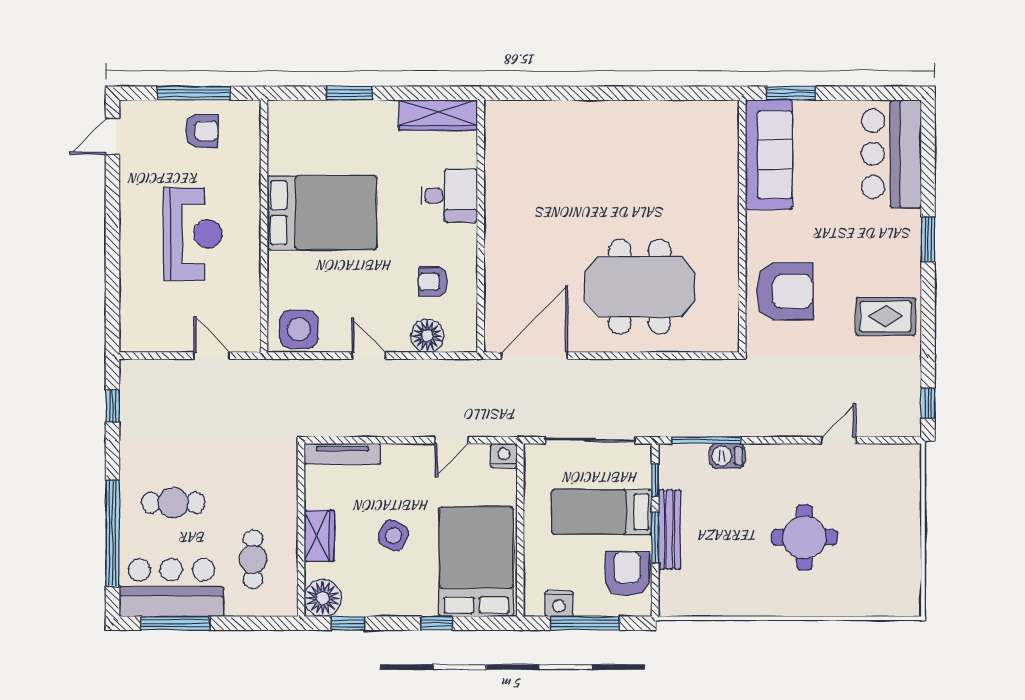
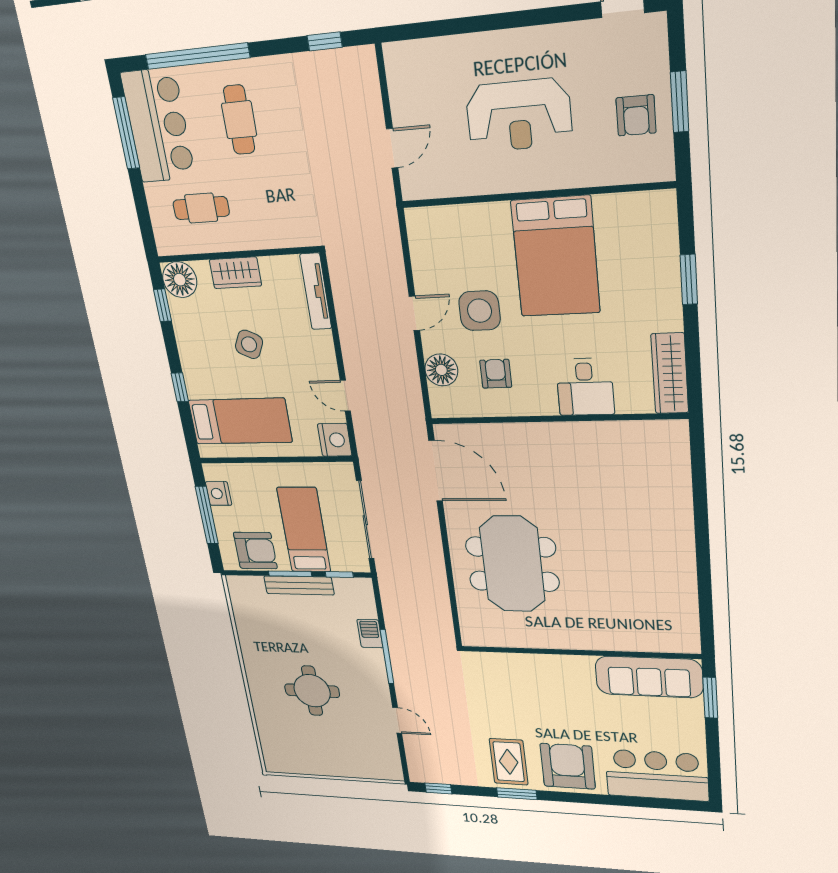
window: (194, 93) -> (680, 102), width x0.69
window: (928, 239) -> (517, 794), moved
armchair: (785, 291) -> (568, 766), moved, turned 180
side table: (299, 329) -> (480, 311), moved
window: (706, 440) -> (387, 657), moved
nightstand: (504, 456) -> (335, 440), width x1.36, depth x1.33
bed: (476, 562) -> (240, 421), width x0.67

